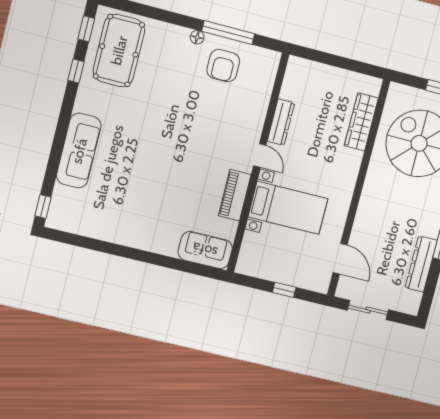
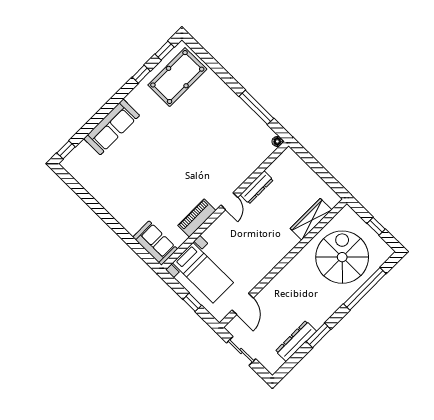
floor lamp: (197, 37) -> (277, 141), moved
armchair: (223, 66) -> (240, 127), removed
bed with nightstands: (288, 208) -> (203, 273), moved

